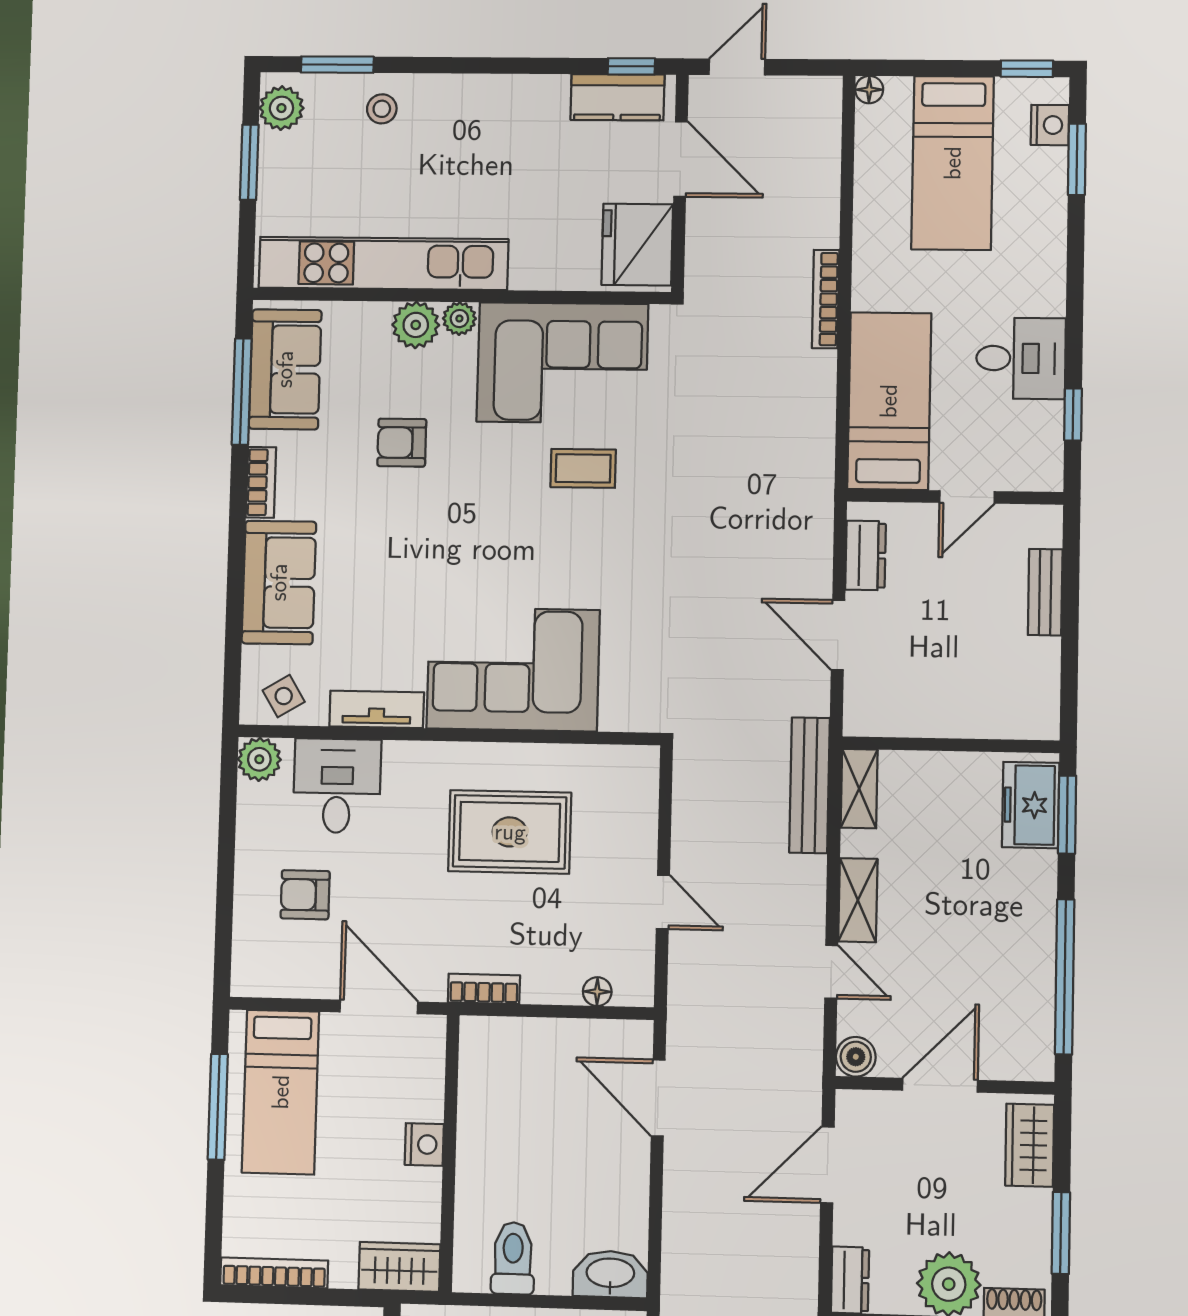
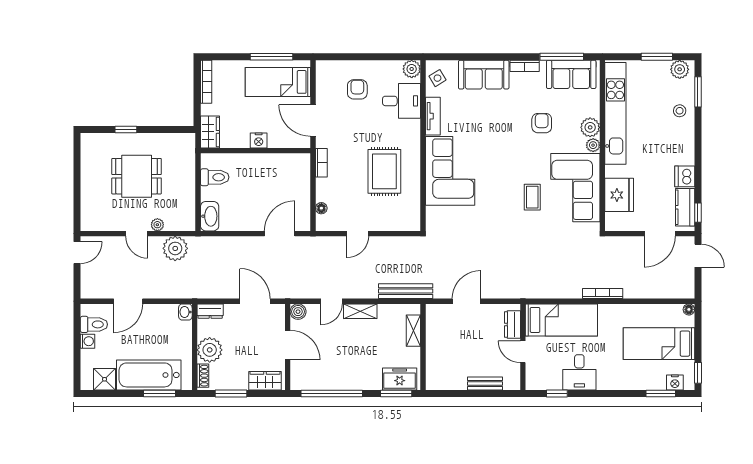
dishwasher: (542, 97) -> (685, 176), added
fridge: (637, 245) -> (619, 195), moved, turned 90
dresser: (866, 555) -> (512, 325), moved, turned 90
shelving: (859, 789) -> (413, 331), moved, turned 90
door: (379, 1007) -> (313, 121), swing flipped

